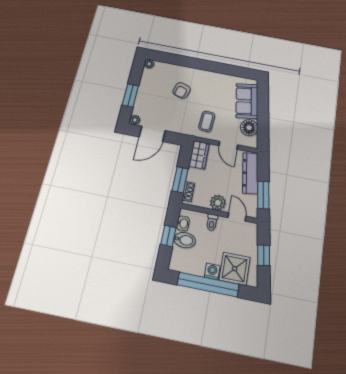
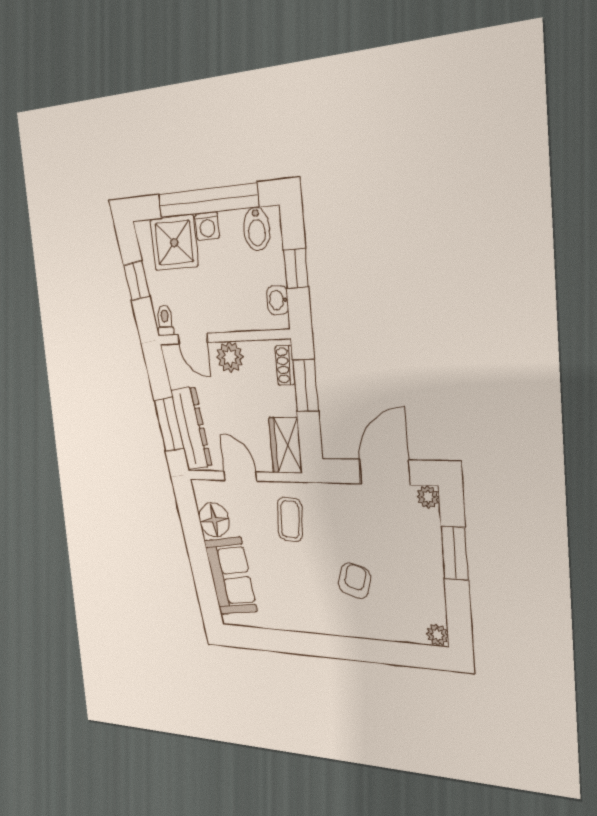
window: (263, 195) -> (169, 424), moved
toilet: (212, 222) -> (165, 320), moved
bidet: (185, 240) -> (257, 229), moved, turned -90

